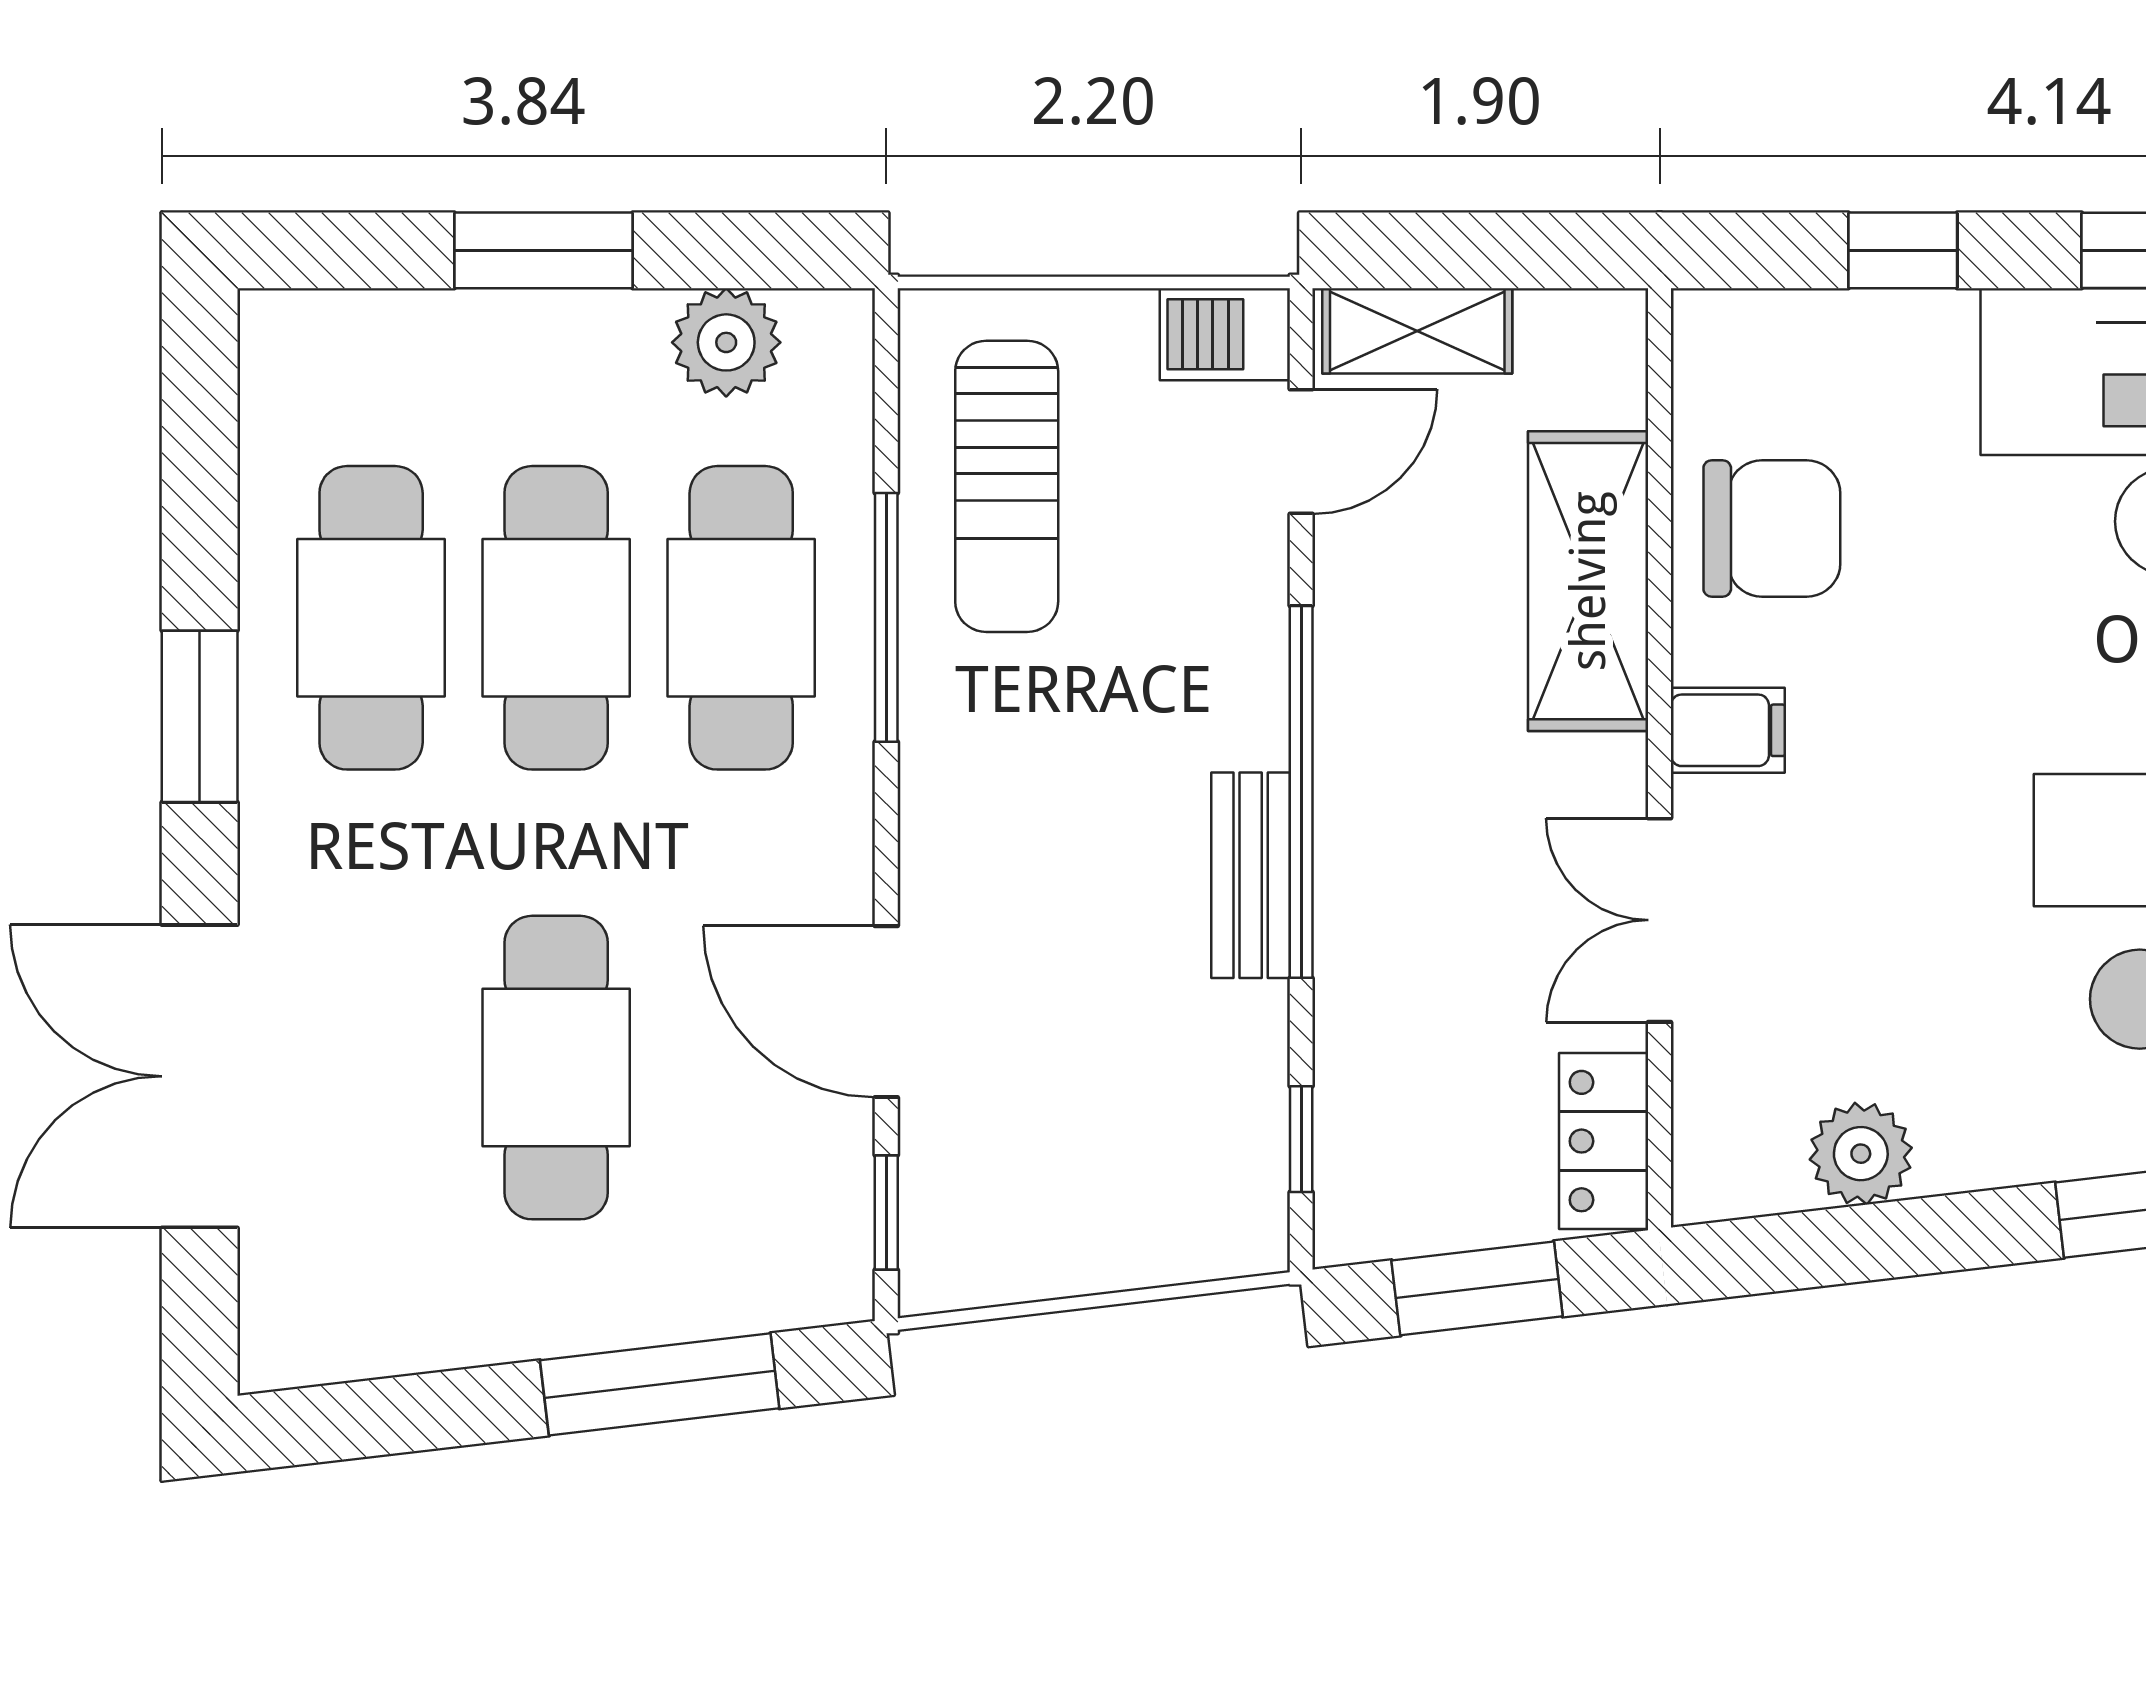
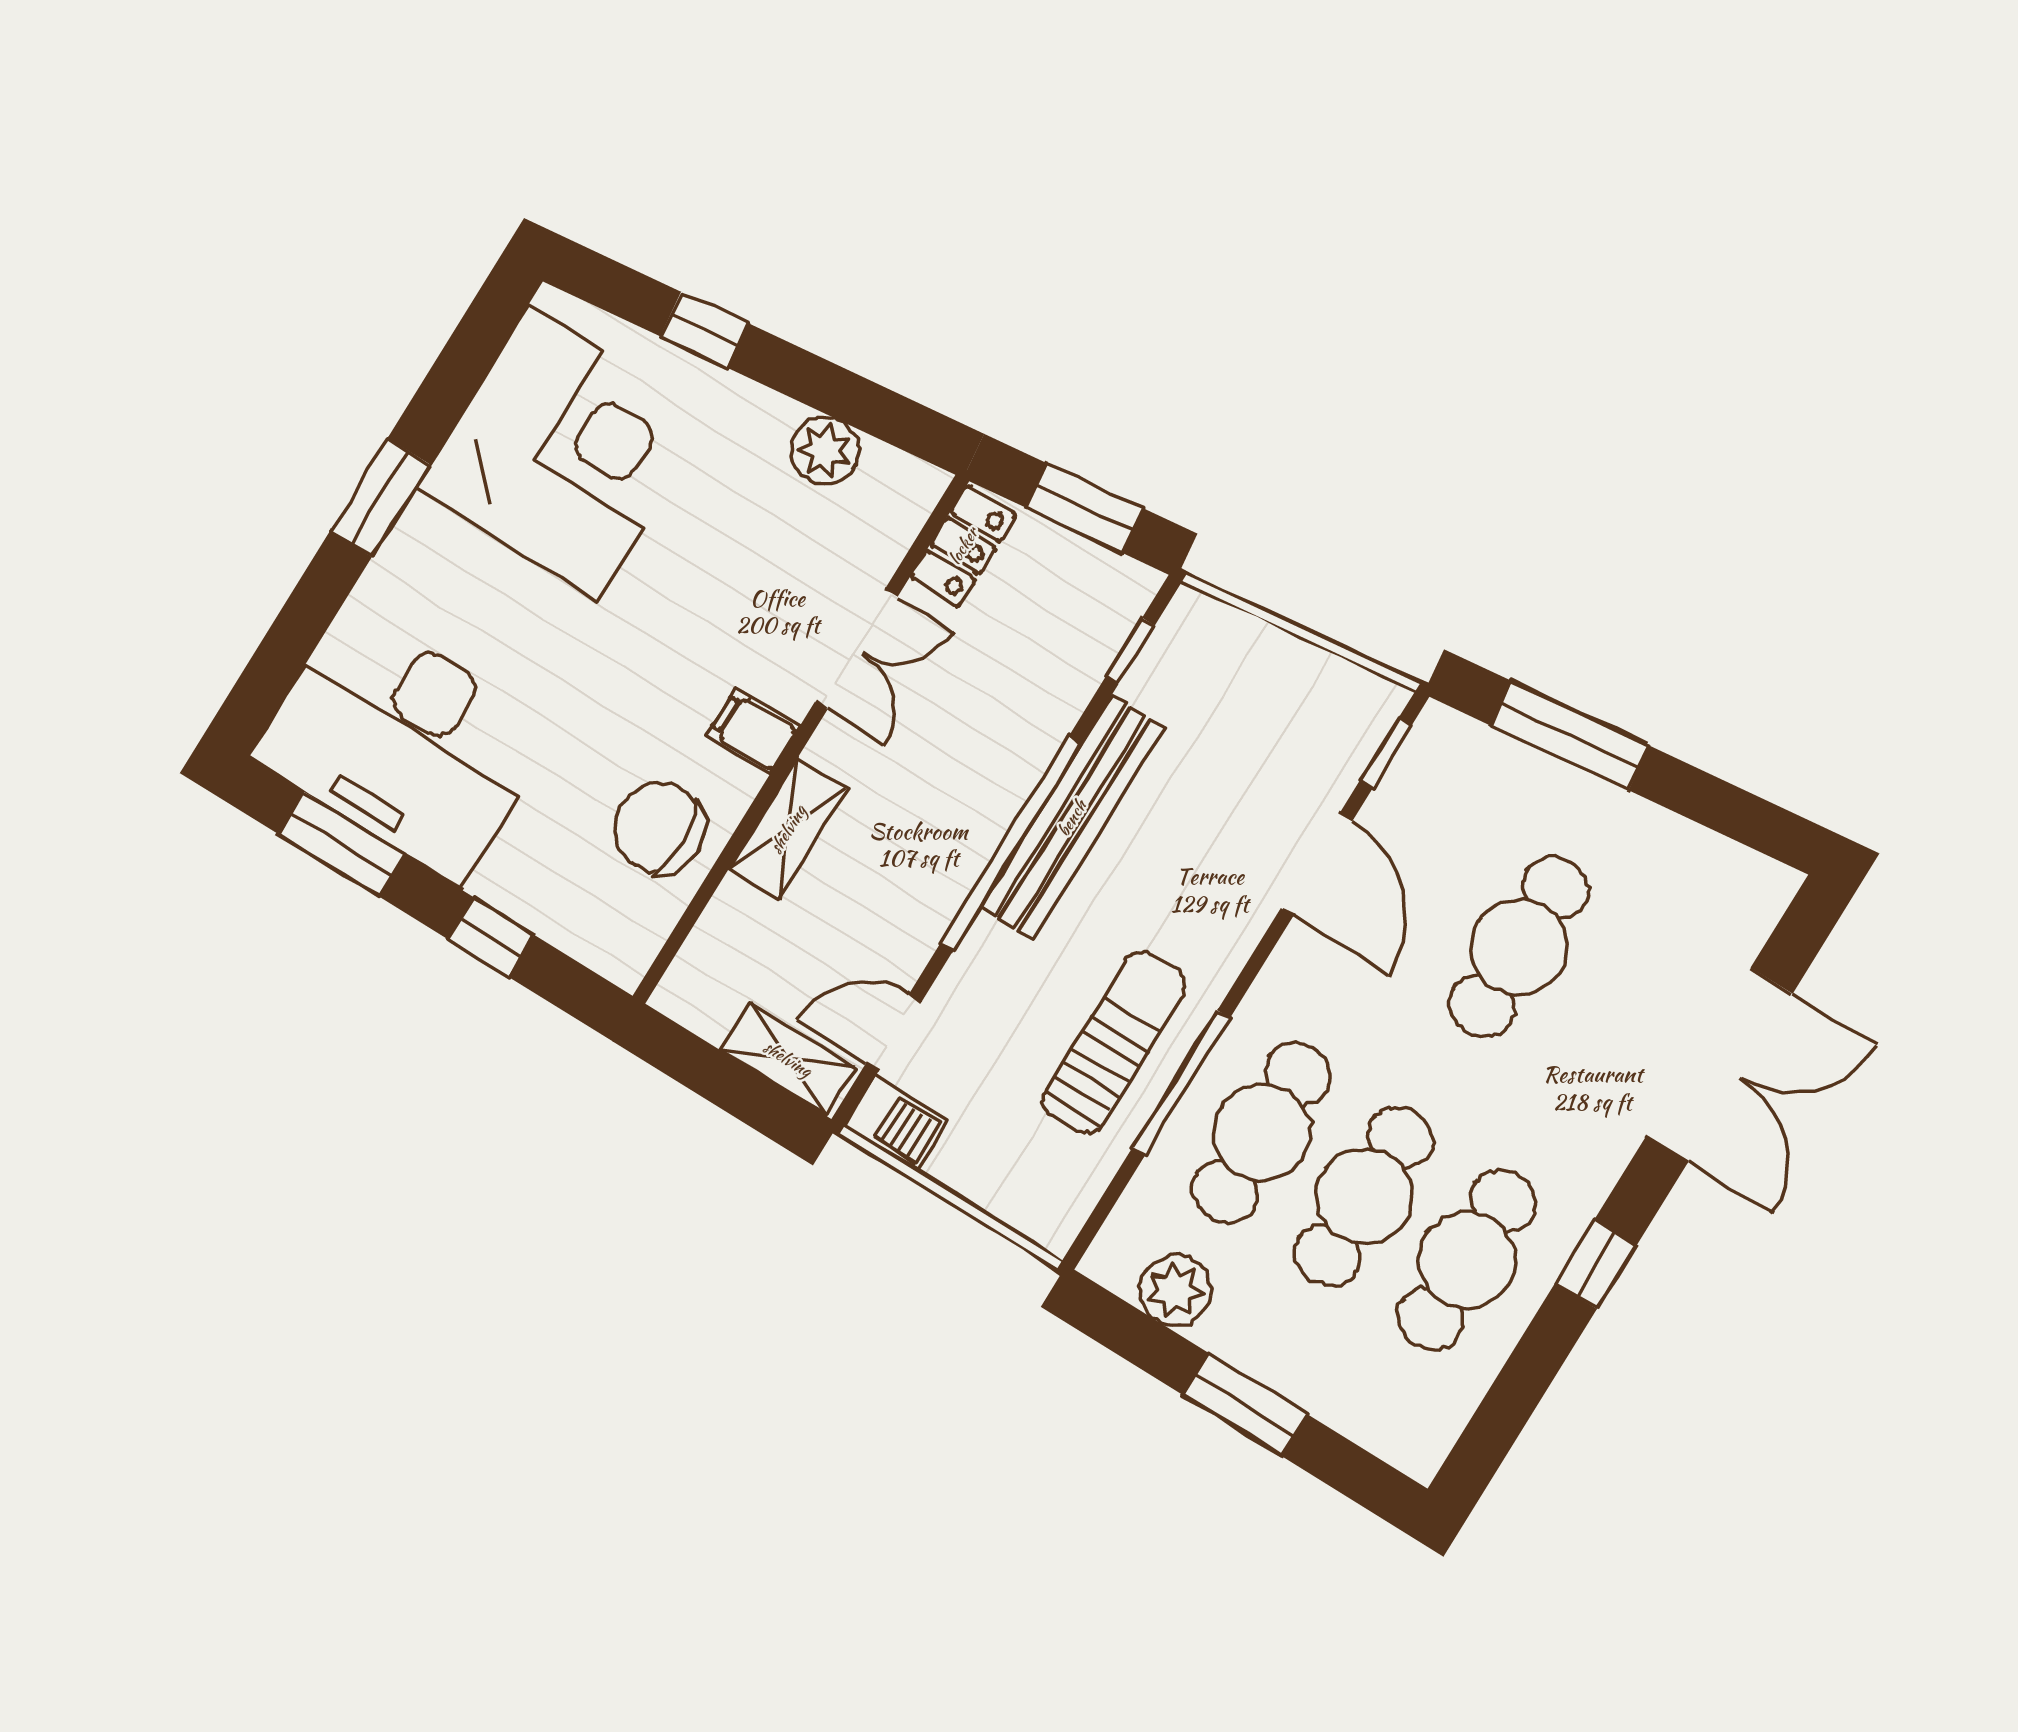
sun lounger: (1007, 486) -> (1114, 1042), moved
shelving: (1588, 581) -> (788, 829), width x0.67, depth x0.75
window: (200, 716) -> (1596, 1264), width x0.67
bench: (1251, 875) -> (1072, 818), width x1.86, depth x1.21

